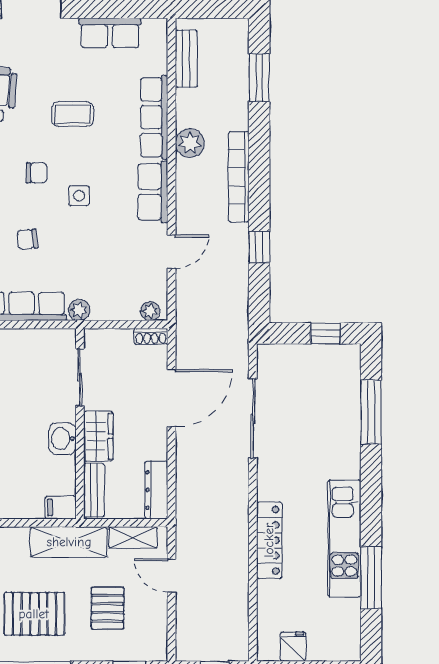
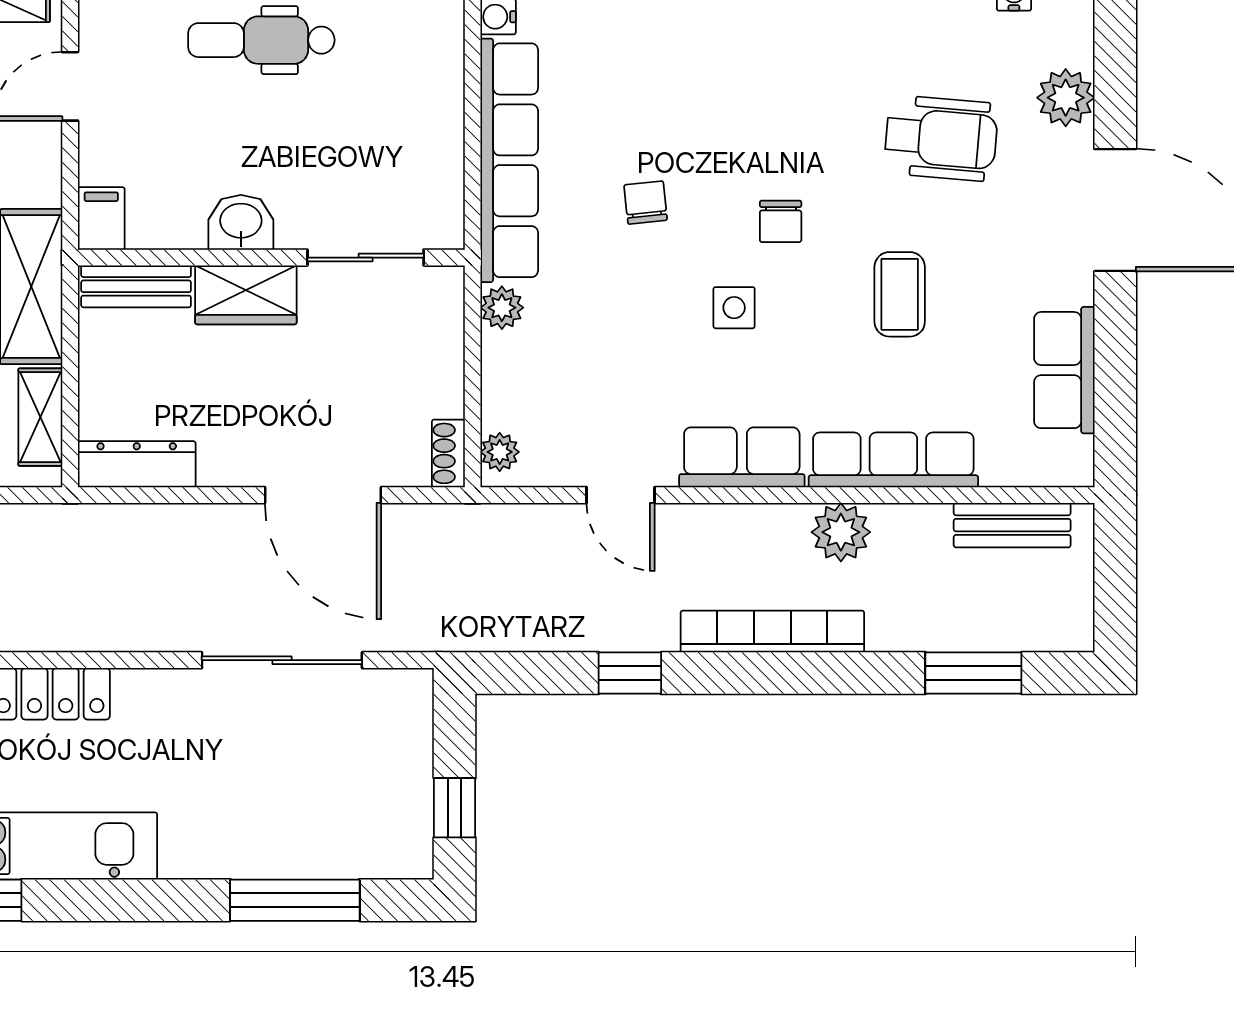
sliding door: (80, 377) -> (366, 258), moved
wall: (80, 424) -> (271, 258), moved
wardrobe: (98, 436) -> (246, 295), moved
washbasin: (63, 439) -> (241, 222), moved
bench: (94, 490) -> (136, 286), moved
filing cabinet: (61, 507) -> (101, 219), moved

